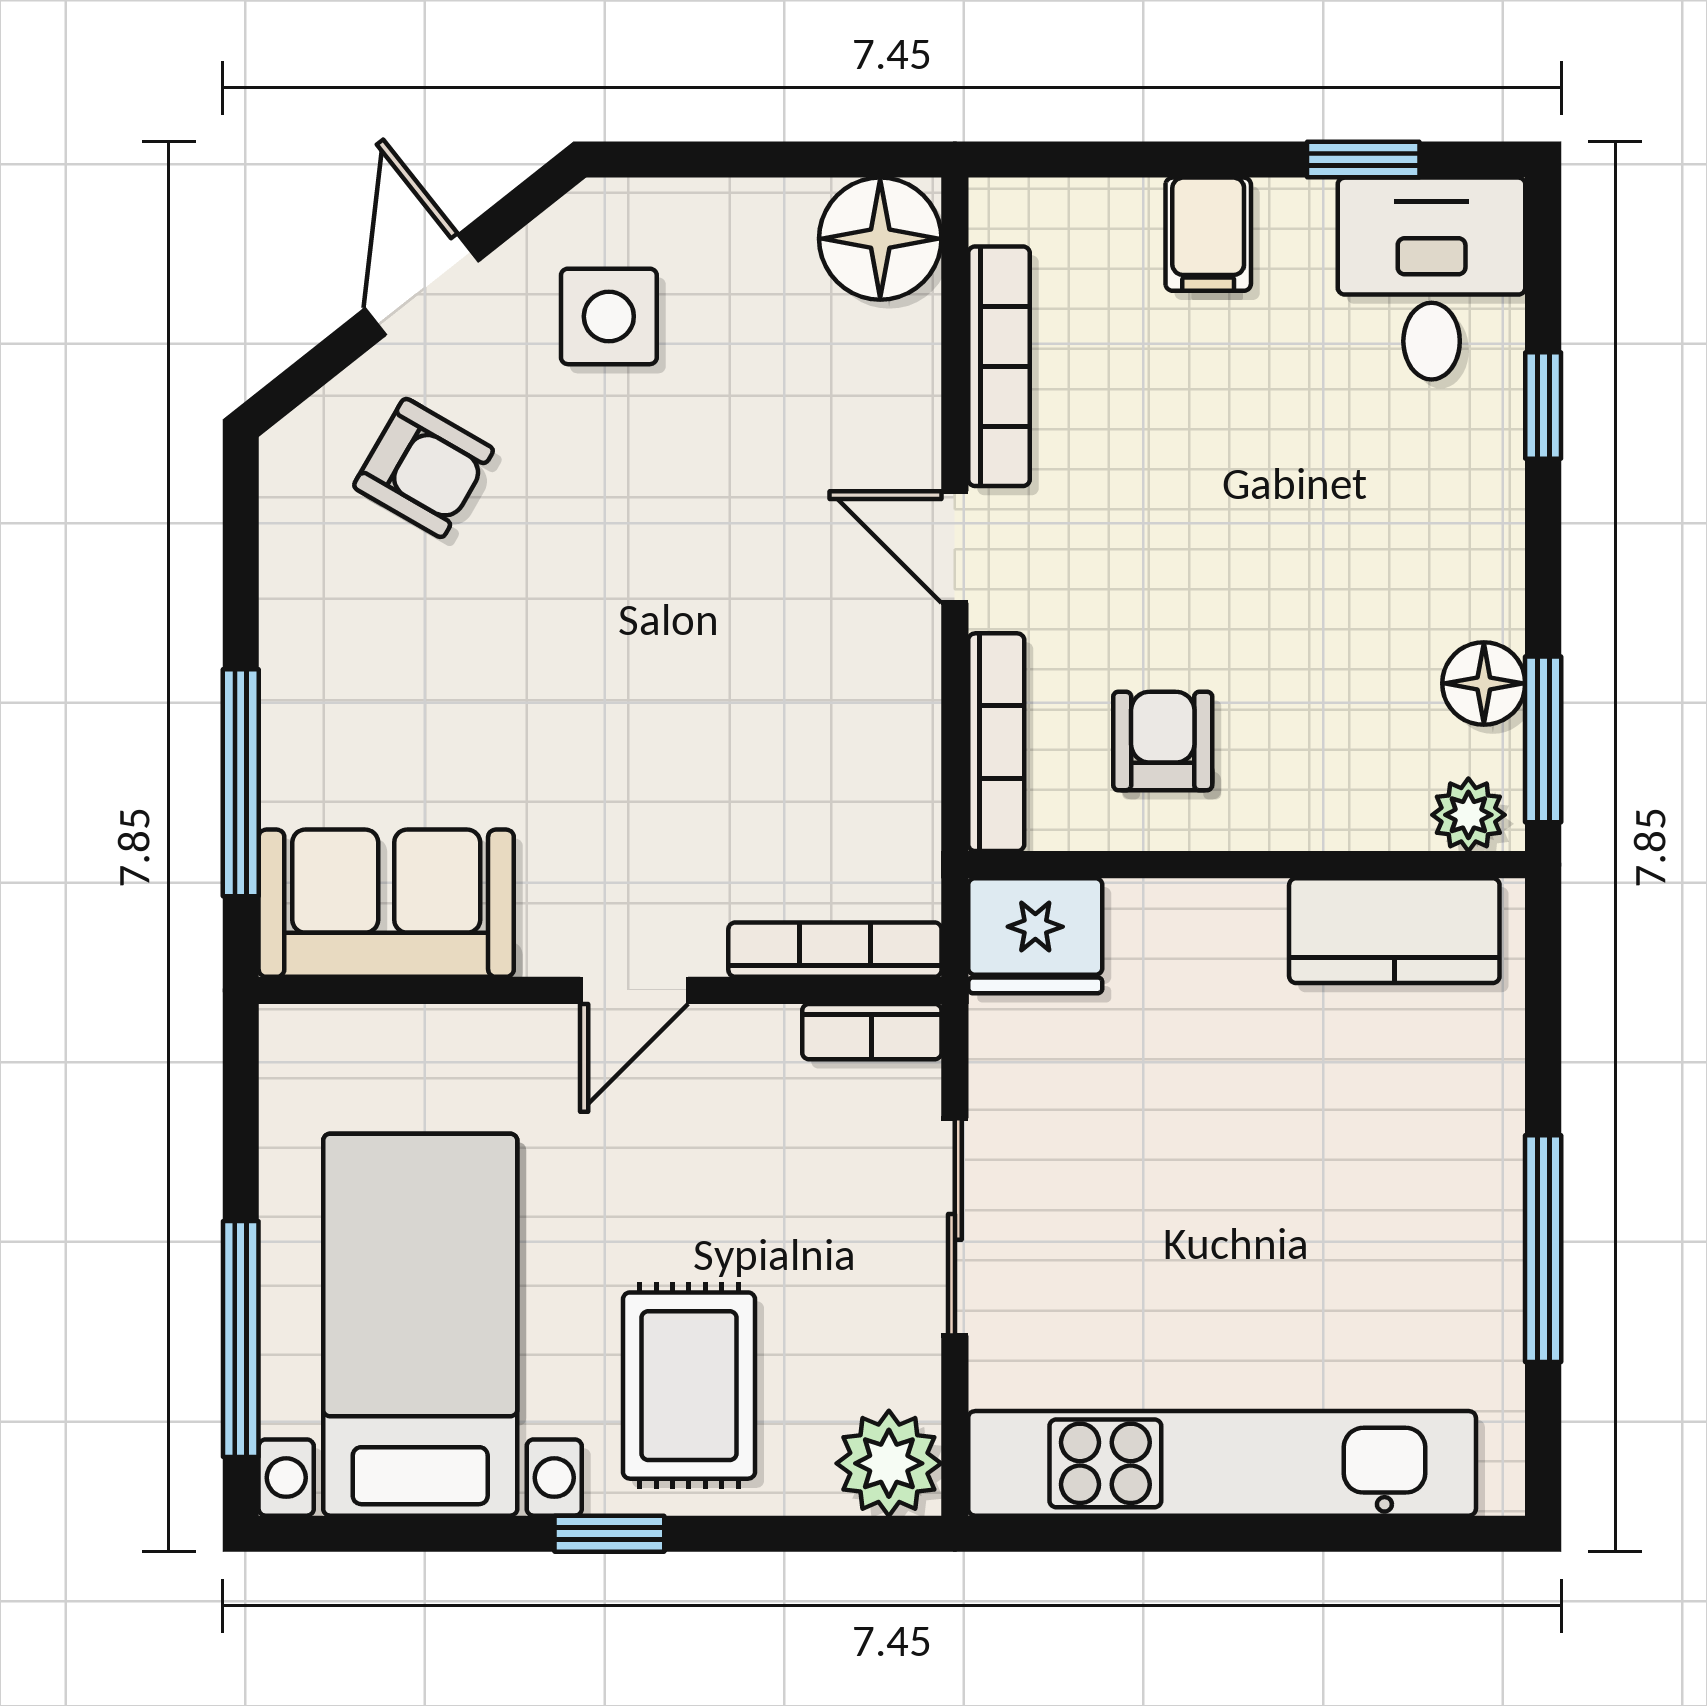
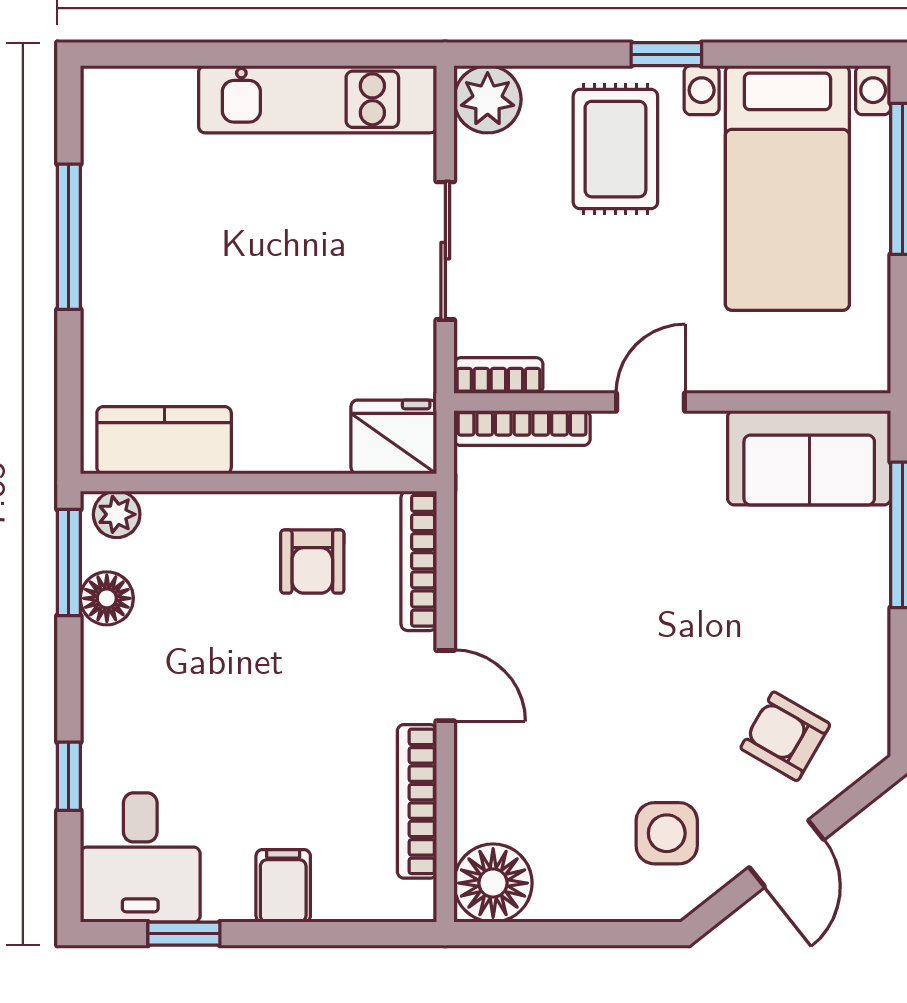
kitchen unit: (1222, 1463) -> (318, 99), width x0.73

